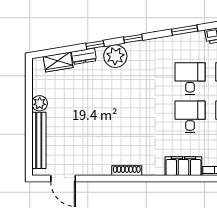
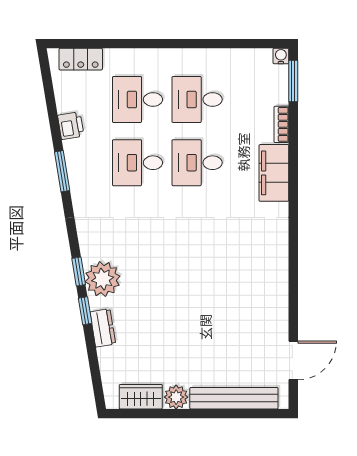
window: (133, 39) -> (79, 271), moved
wardrobe: (58, 62) -> (141, 397), moved, turned -81
shoe rack: (127, 171) -> (281, 261), removed

